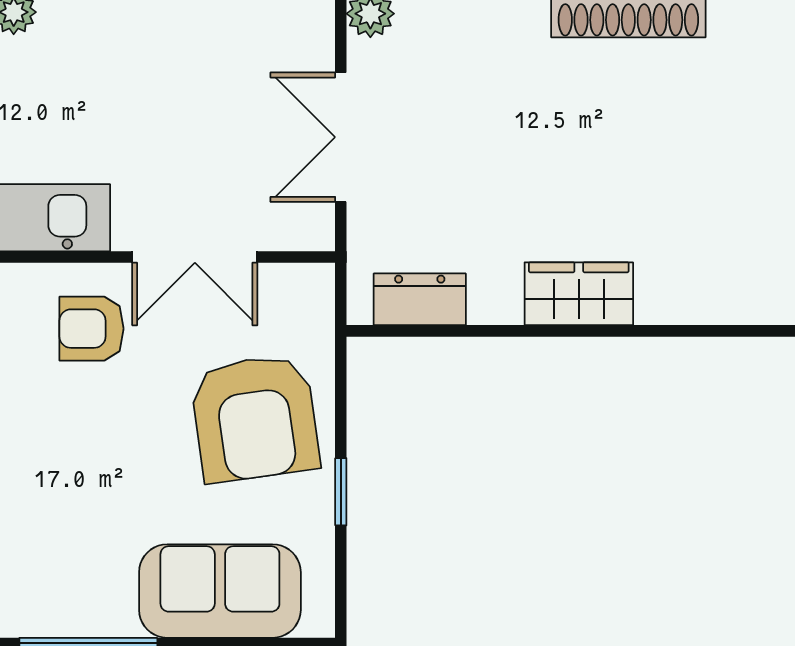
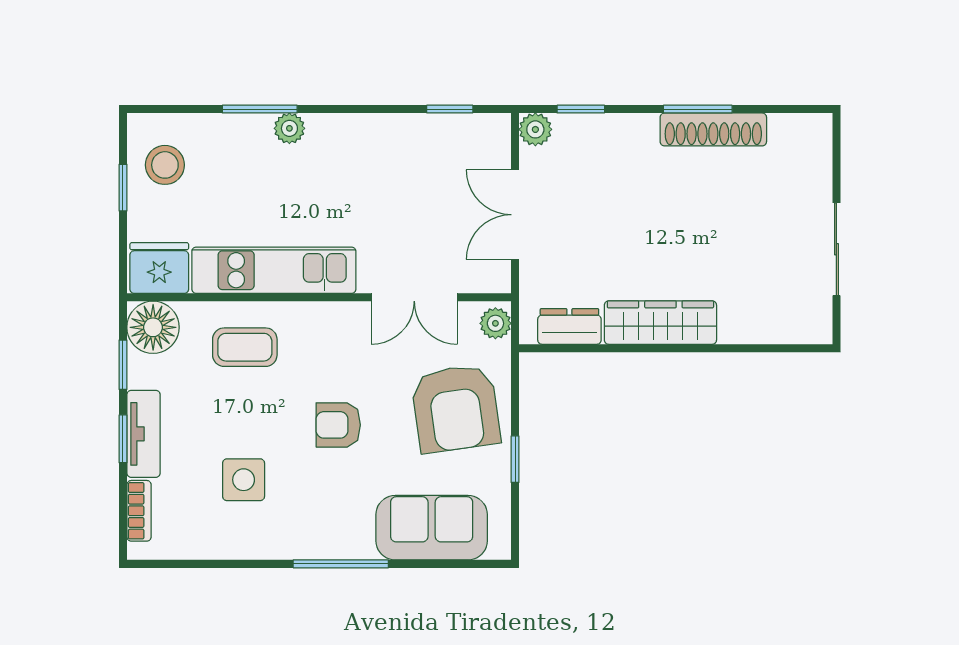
wardrobe: (579, 294) -> (660, 323), width x1.50
plant: (313, 295) -> (495, 323), added
armchair: (91, 329) -> (338, 425), moved

